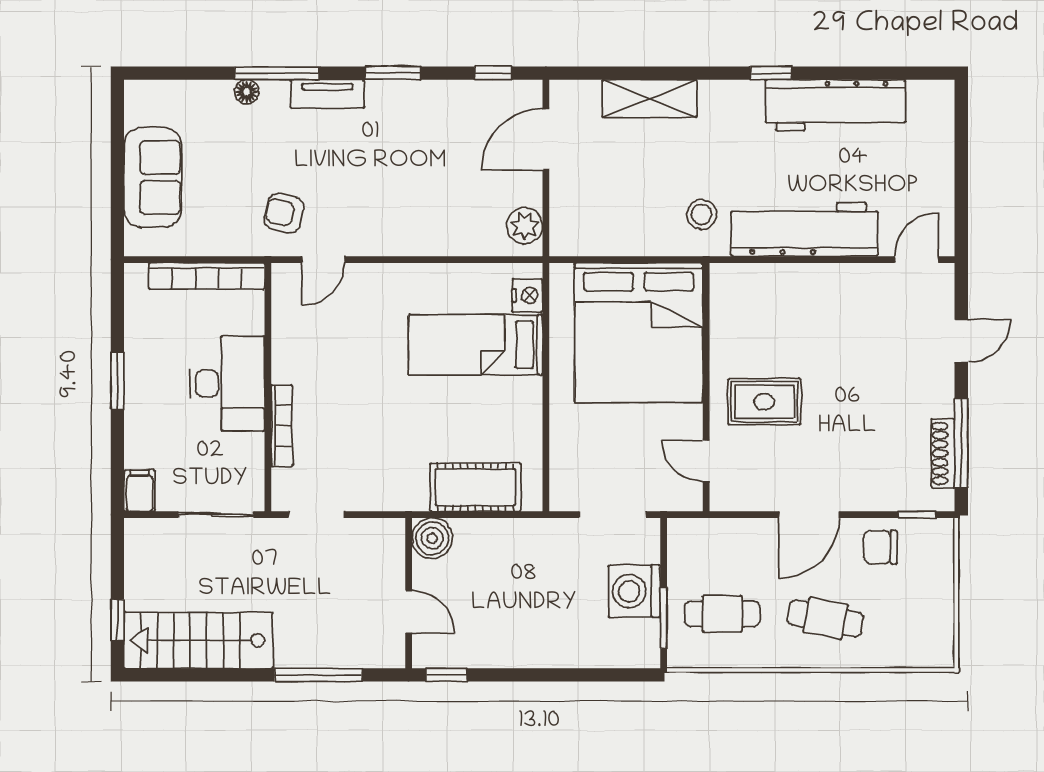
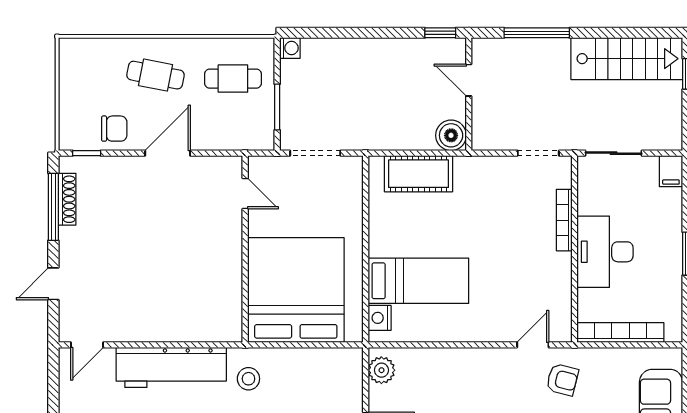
rug: (764, 402) -> (201, 238), removed
washing machine: (634, 591) -> (290, 48), moved, width x0.53, depth x0.53
window: (664, 618) -> (277, 107), moved

